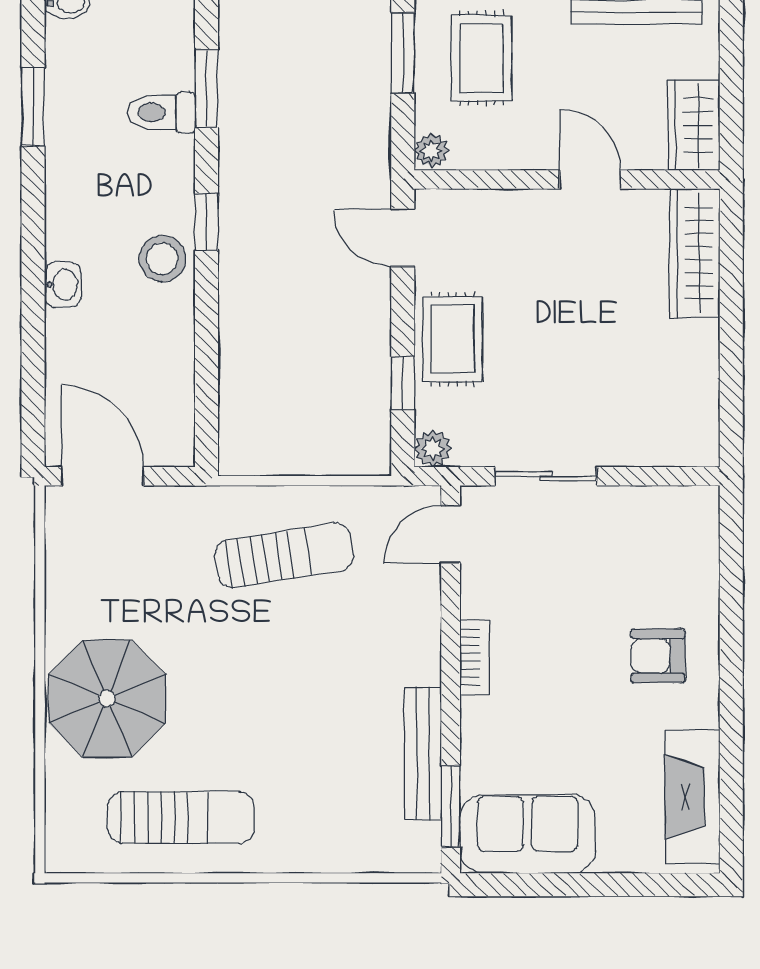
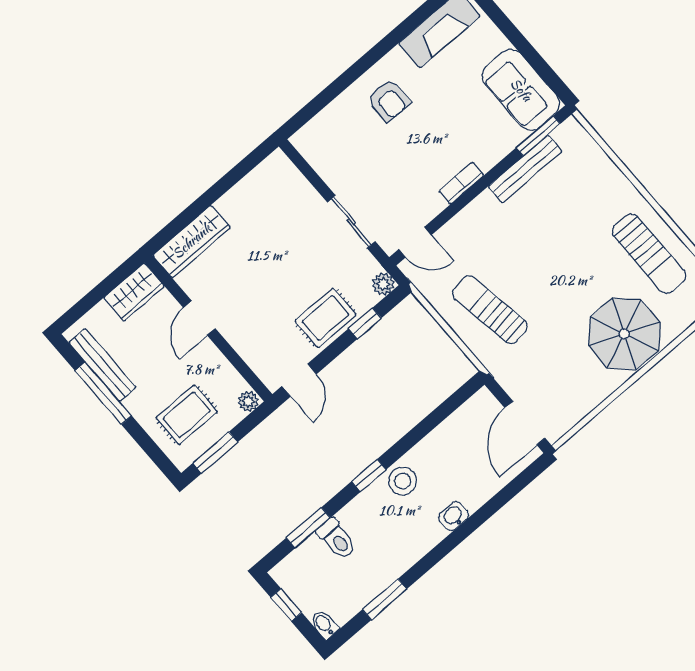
sun lounger: (181, 817) -> (649, 254), turned 180

